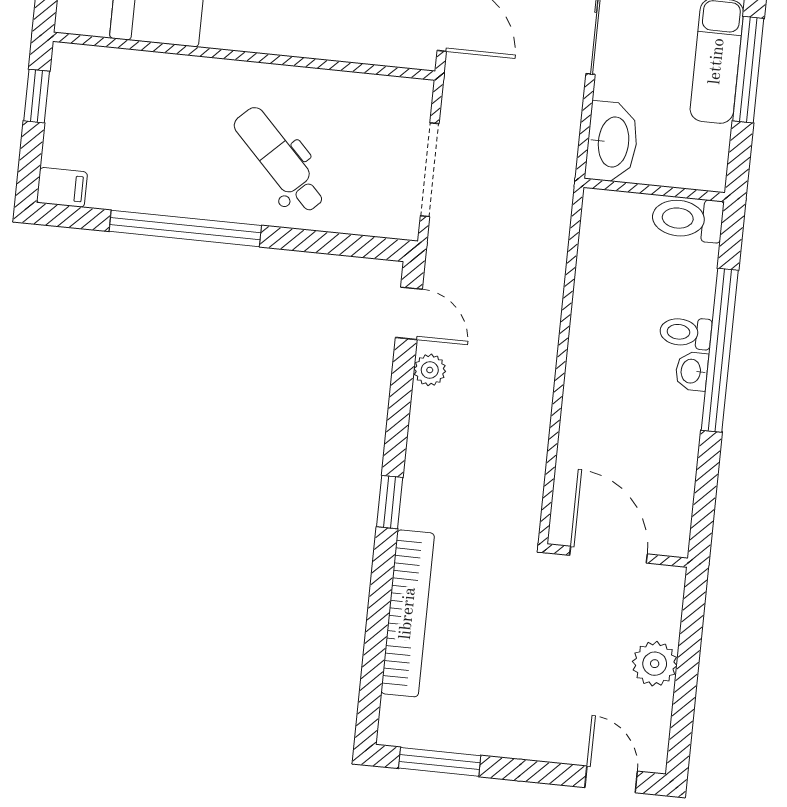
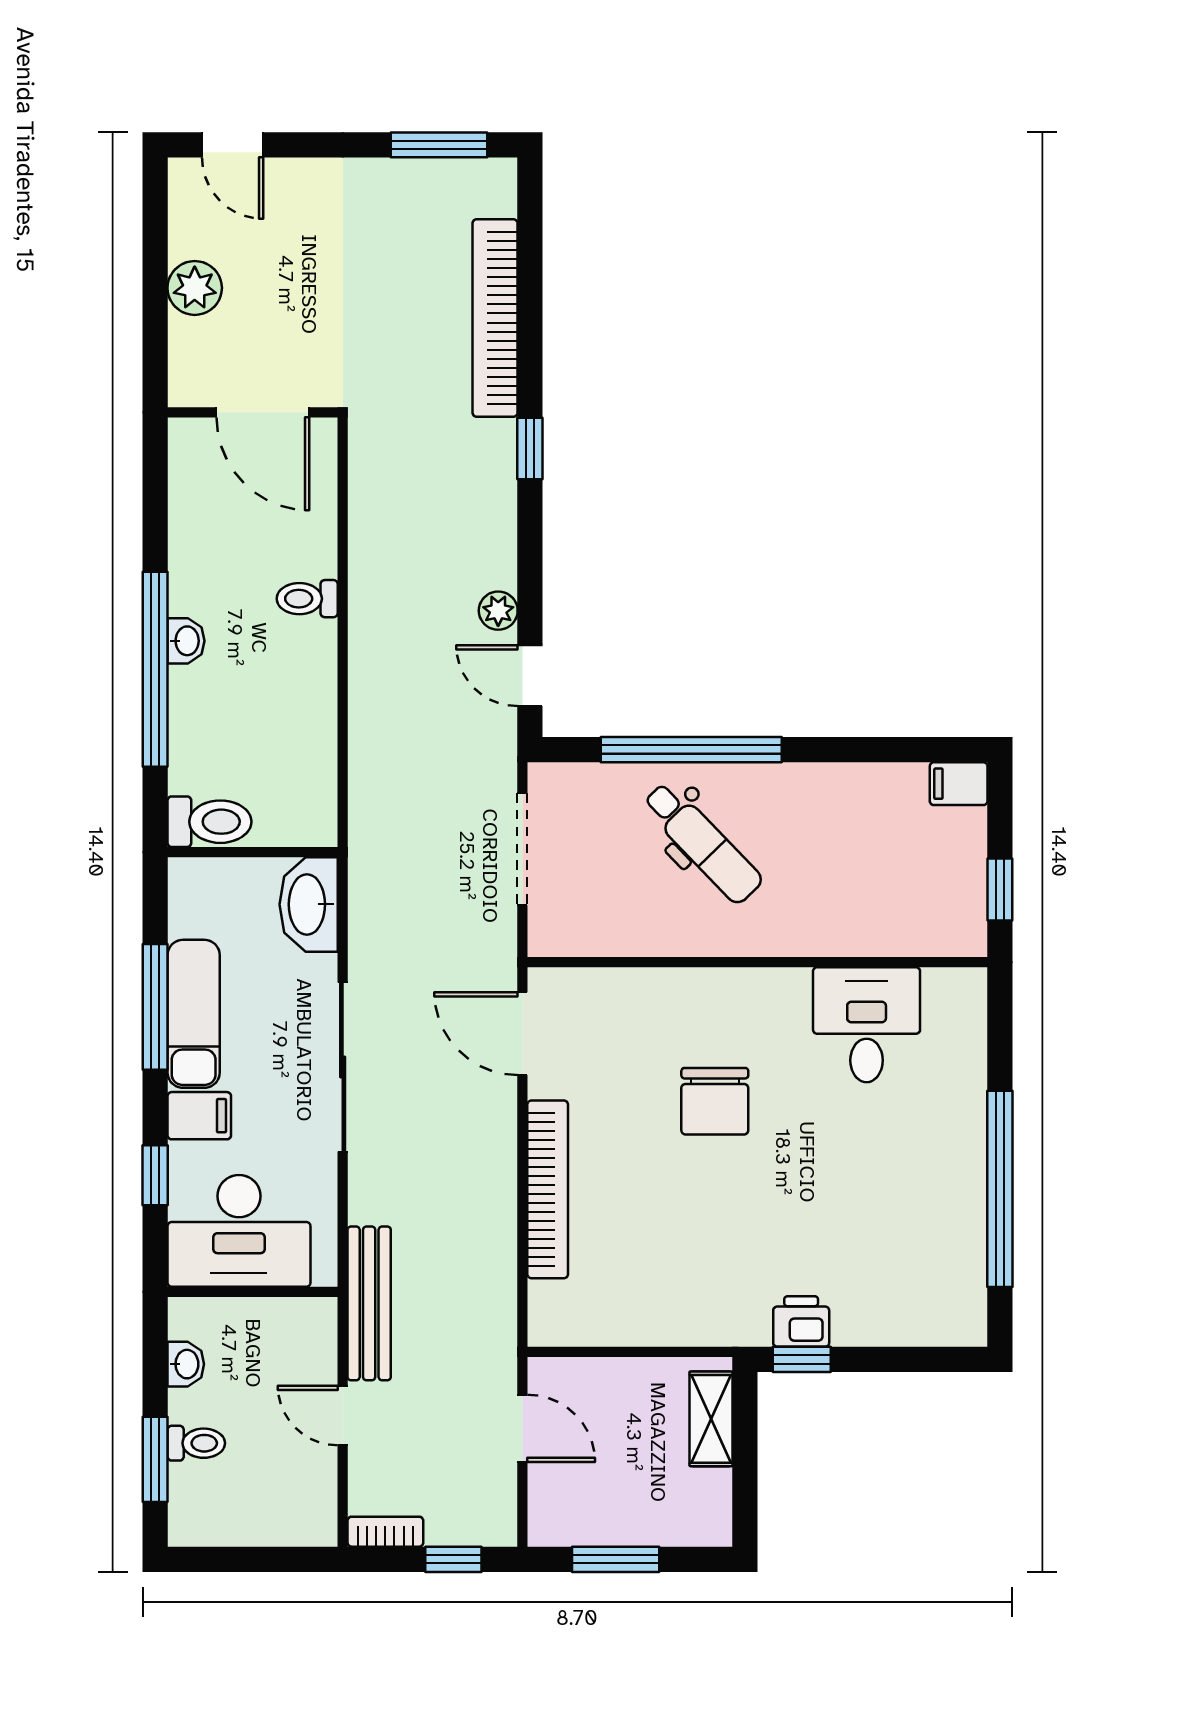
window: (185, 228) -> (691, 750), moved
toilet: (686, 333) -> (307, 599), moved, turned 180

